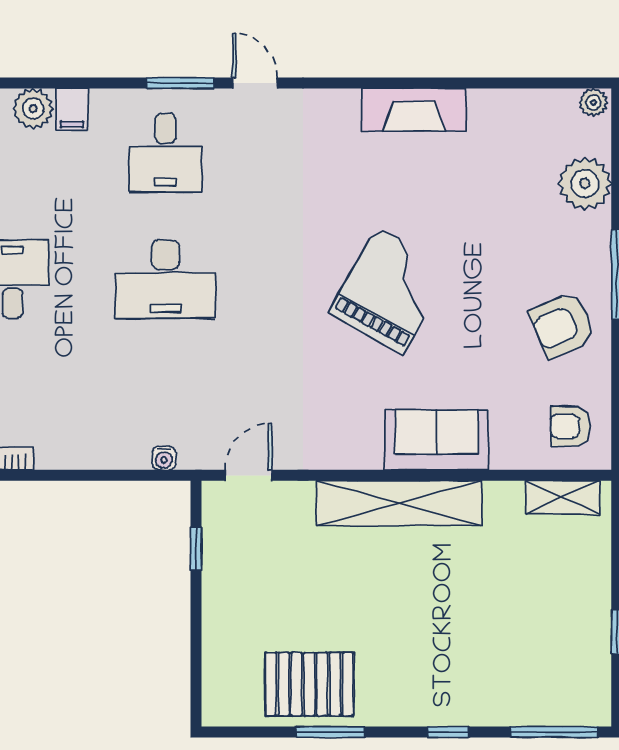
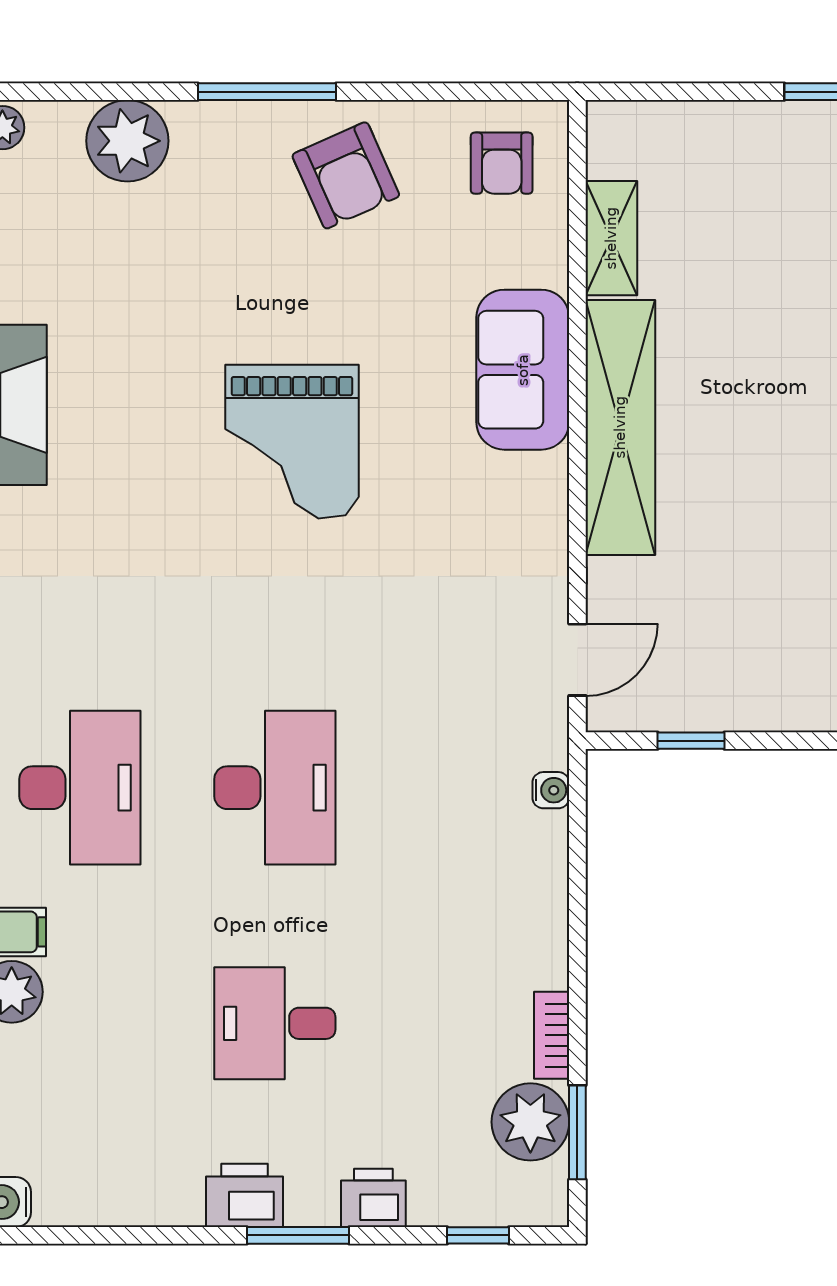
desk: (165, 153) -> (80, 788), width x1.37
grand piano: (390, 290) -> (292, 442), turned -119
door: (248, 475) -> (577, 660), swing flipped
shelving: (562, 497) -> (611, 238), moved

